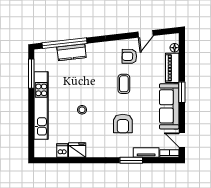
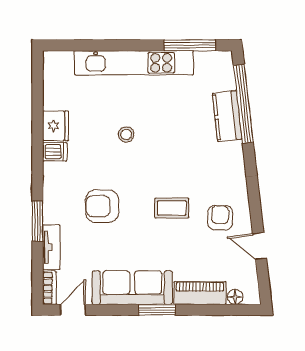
dishwasher: (62, 150) -> (55, 152), moved

